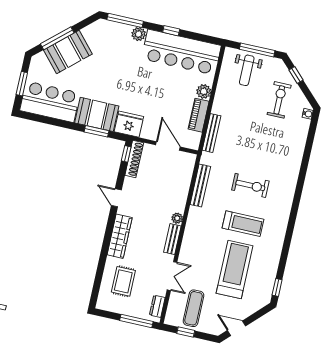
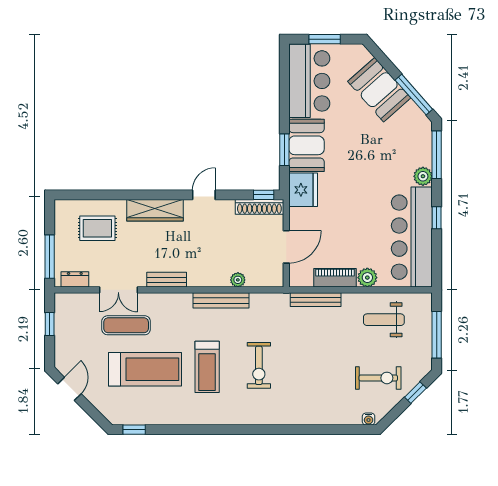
window: (57, 38) -> (414, 95), moved
weight bench: (247, 70) -> (384, 320), moved
bench: (200, 185) -> (221, 300), moved
plant: (177, 218) -> (238, 280), moved
exercise mat: (194, 308) -> (126, 325), moved

